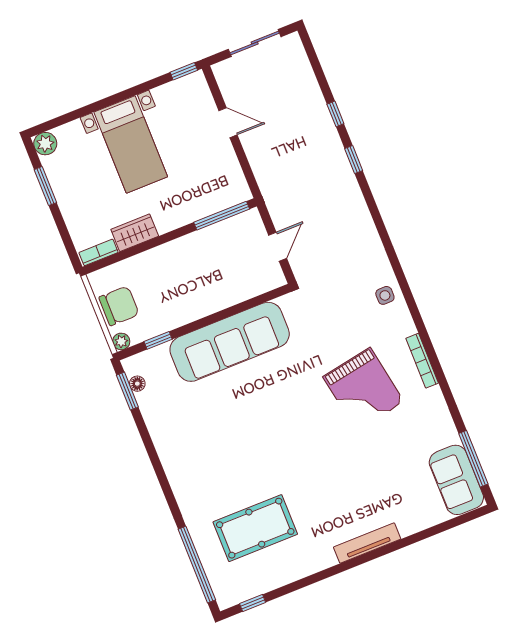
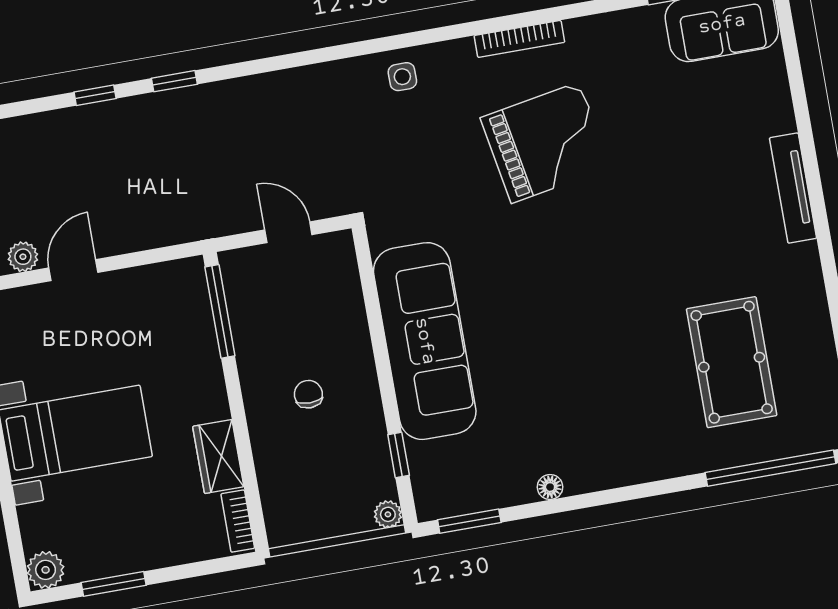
plant: (230, 91) -> (23, 257), added
chair: (119, 306) -> (308, 394), moved, width x0.54, depth x0.54
floor lamp: (137, 384) -> (550, 487), moved

